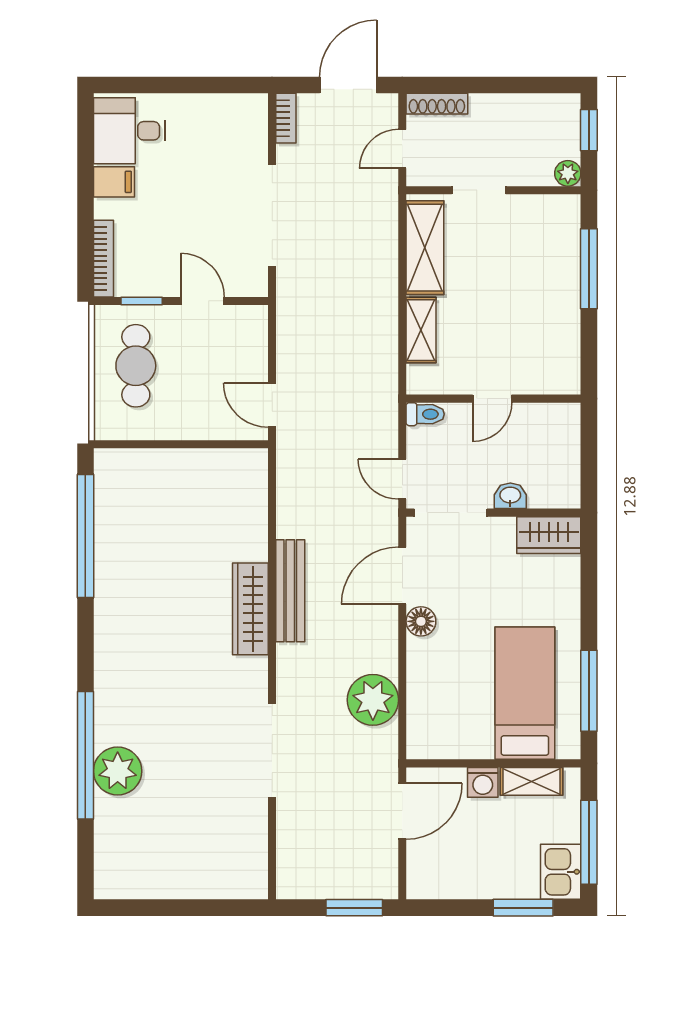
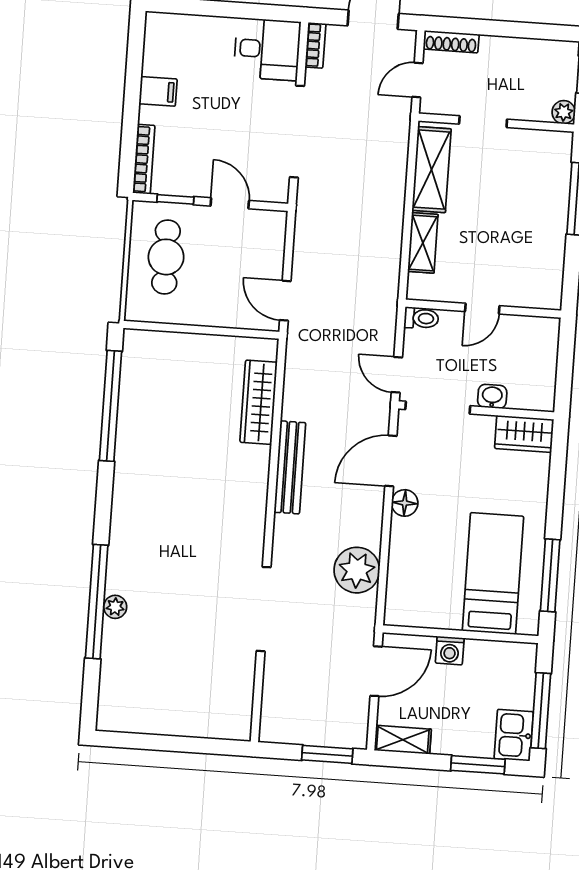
desk: (129, 131) -> (267, 49), moved, turned 180
wardrobe: (250, 609) -> (259, 402), moved
plant: (118, 771) -> (115, 607), width x0.53, depth x0.53
shelving: (532, 781) -> (403, 740), moved

